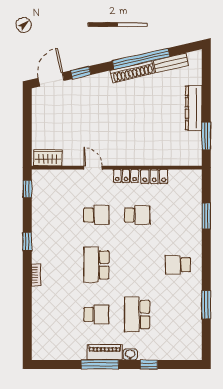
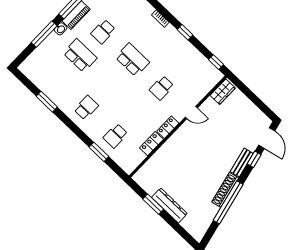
bench: (171, 63) -> (242, 162), moved
window: (206, 136) -> (153, 204), moved
school desk: (137, 215) -> (115, 136), moved
window: (149, 365) -> (44, 34), width x2.17

